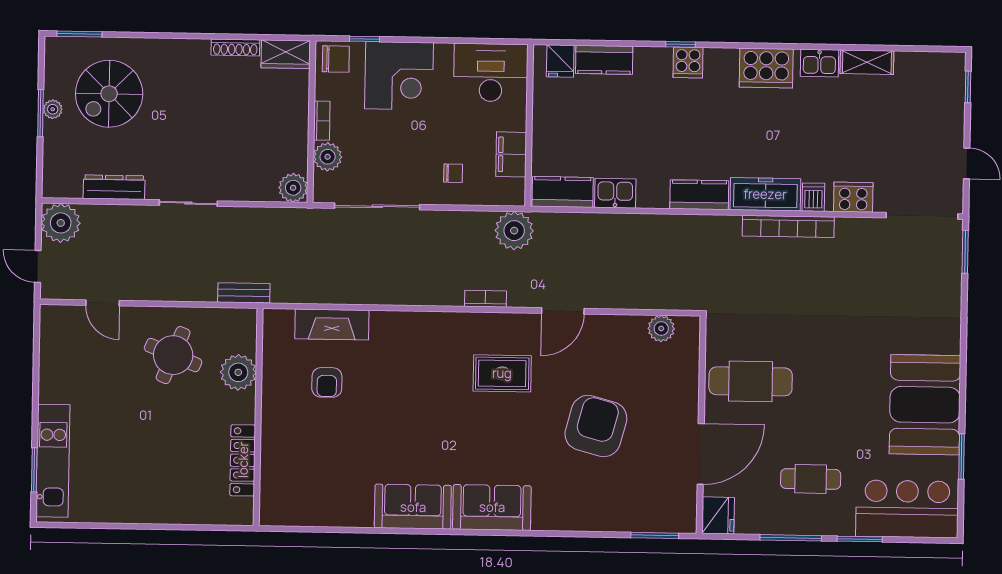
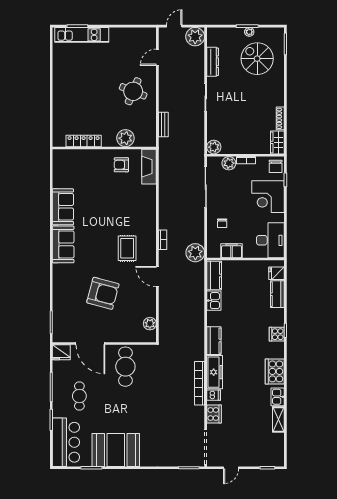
plant: (238, 372) -> (125, 138), moved
wall: (258, 417) -> (104, 148), moved
locker: (243, 460) -> (84, 141), moved

